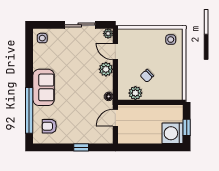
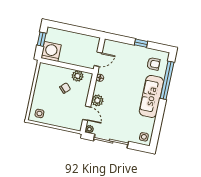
sliding door: (80, 25) -> (111, 141), width x1.37
sofa: (44, 87) -> (151, 96), width x1.36
washing machine: (173, 133) -> (51, 51), moved, turned -90
window: (81, 147) -> (141, 43), moved

